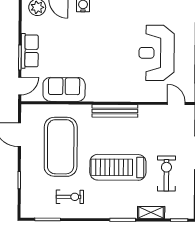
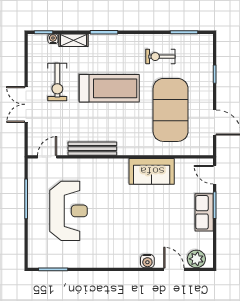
door: (20, 86) -> (215, 175), hinge flipped
sofa: (64, 89) -> (152, 171), moved
door: (176, 103) -> (47, 157), swing flipped
bench: (115, 111) -> (92, 149), moved
water cooler: (170, 214) -> (53, 39), added

